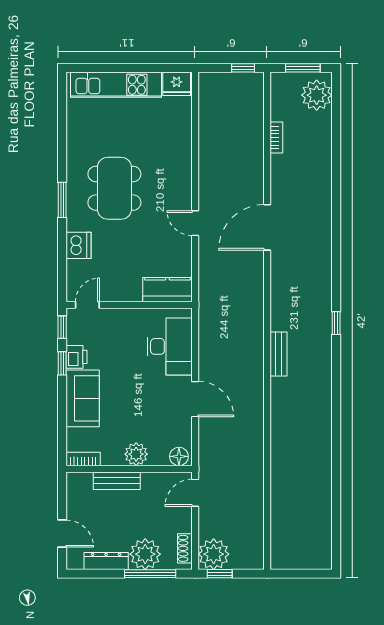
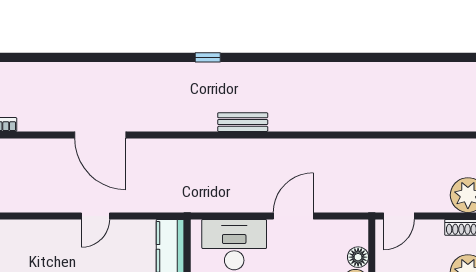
floor lamp: (179, 456) -> (358, 257), moved
door: (195, 493) -> (399, 216), hinge flipped

